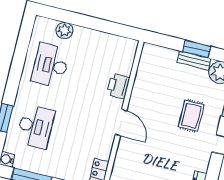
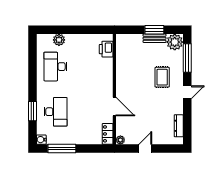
printer: (118, 86) -> (106, 49), moved
door: (121, 123) -> (114, 107), moved

